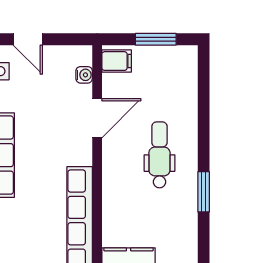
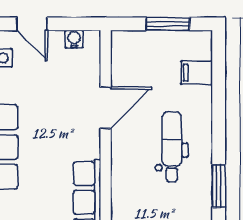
filing cabinet: (117, 61) -> (197, 73), moved, turned 180
water cooler: (84, 75) -> (74, 39), moved, turned -90

